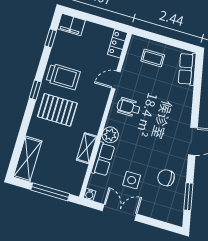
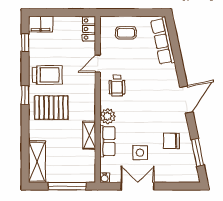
row of seats: (187, 69) -> (163, 41), width x1.48
wheelchair: (129, 107) -> (117, 86), turned -90

